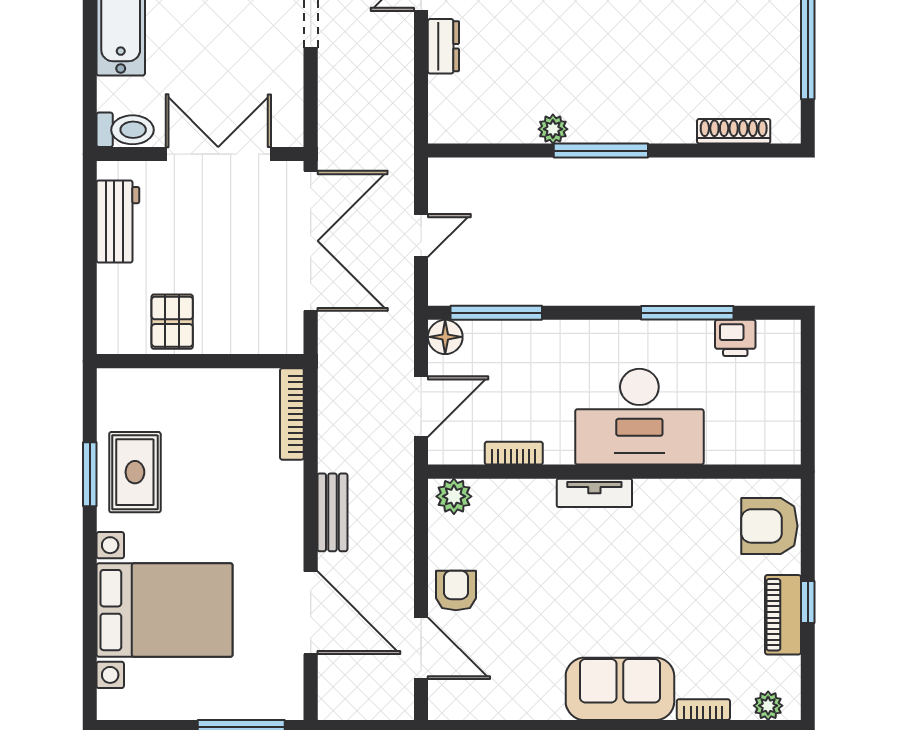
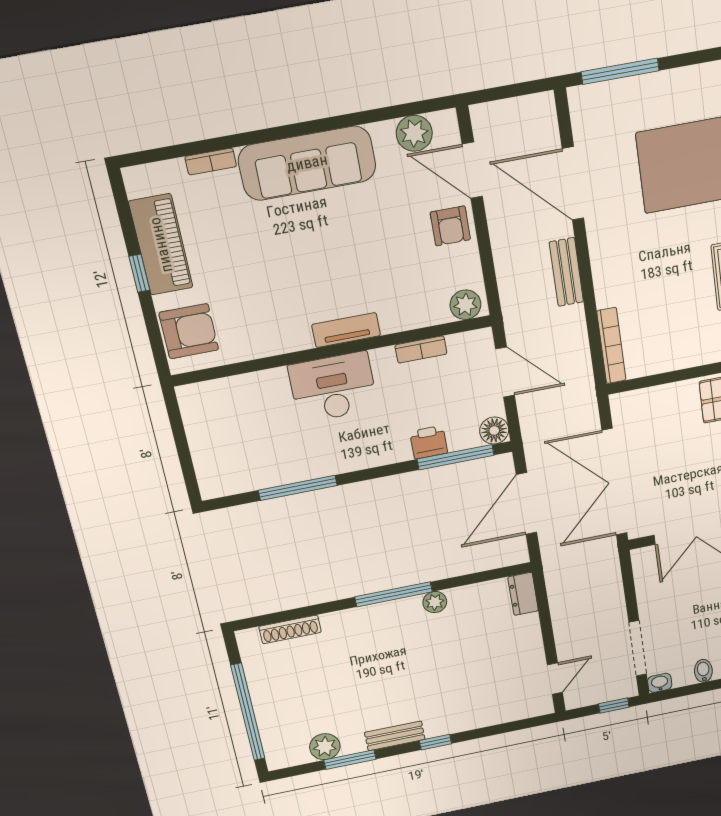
dresser: (443, 46) -> (523, 594), moved
door: (421, 235) -> (527, 504), width x1.87
printer: (735, 338) -> (429, 442), moved
door: (421, 407) -> (505, 372), swing flipped
desk: (639, 417) -> (333, 387), width x0.73, depth x0.77
piano: (783, 615) -> (161, 245), width x1.37, depth x1.33
sofa: (620, 689) -> (307, 163), width x1.36
plant: (768, 706) -> (414, 133), moved, width x1.38, depth x1.38

